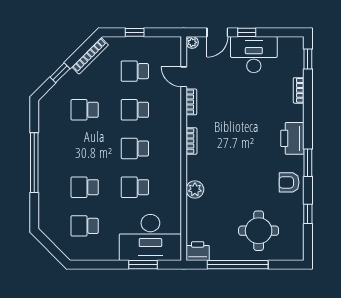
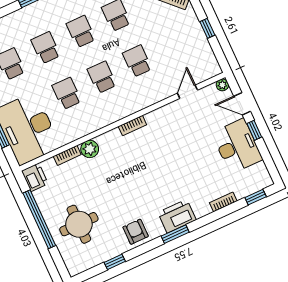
school desk: (135, 71) -> (81, 32), moved
bookcase: (191, 102) -> (67, 155), moved
window: (308, 163) -> (175, 234), moved

